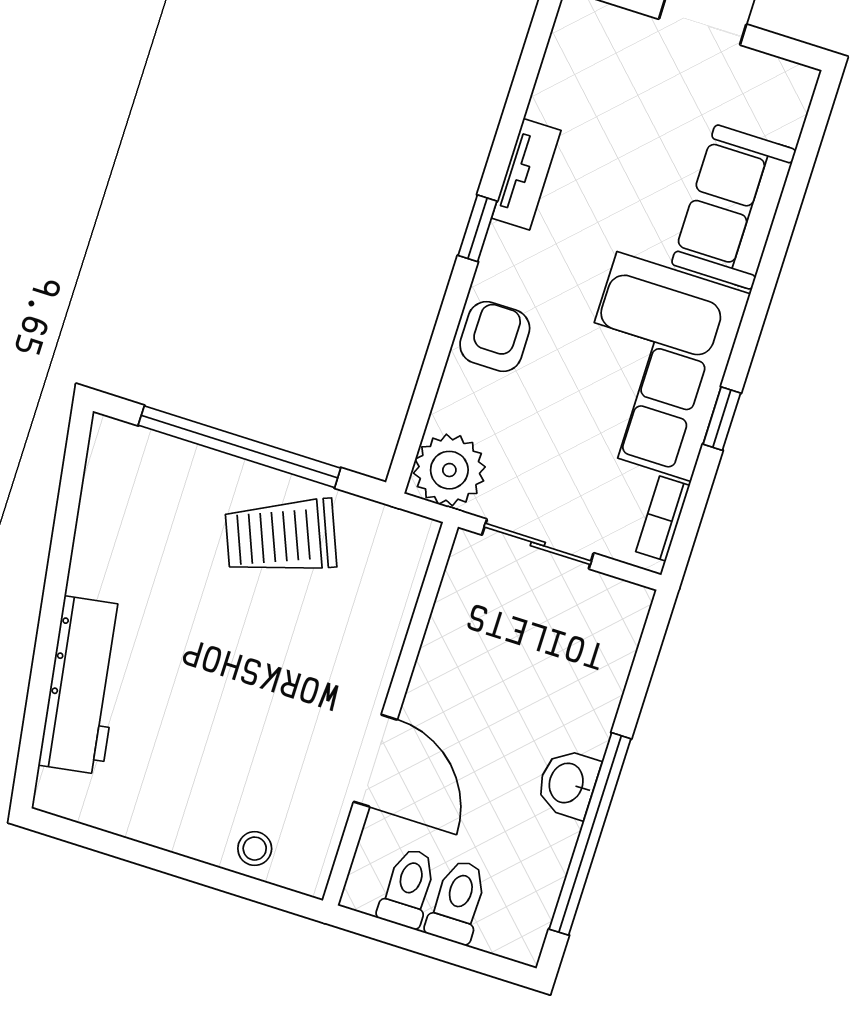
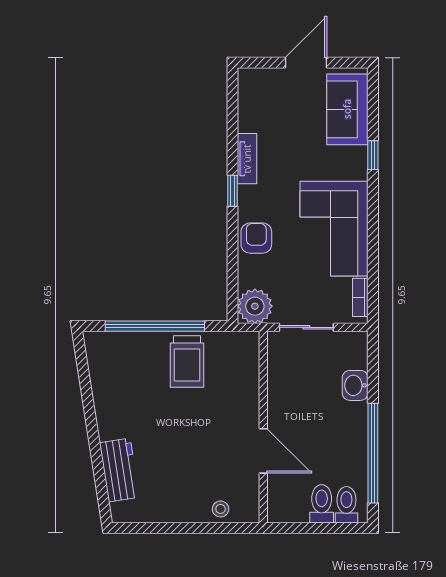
sofa: (734, 207) -> (347, 109), moved
window: (722, 419) -> (373, 155), moved
trolley: (281, 536) -> (187, 361), turned -68
workbench: (83, 685) -> (119, 470), width x0.73
washbasin: (568, 783) -> (355, 385), moved
toilet: (408, 888) -> (346, 505), moved

